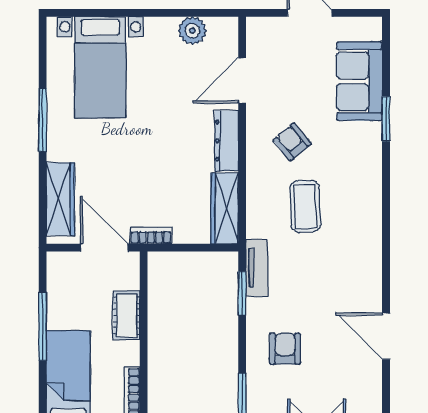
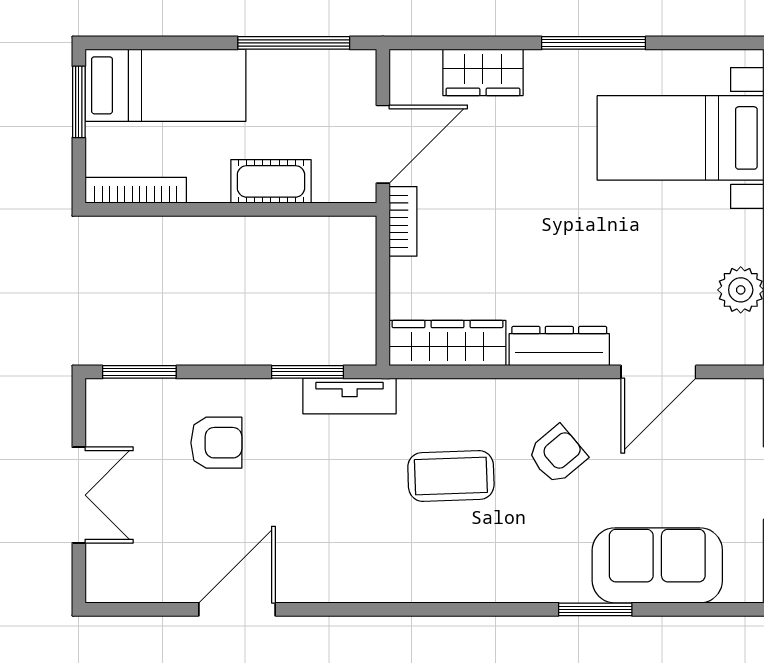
door: (242, 81) -> (658, 372), swing flipped
wardrobe: (60, 199) -> (483, 72), width x0.67
window: (43, 326) -> (294, 43), moved

